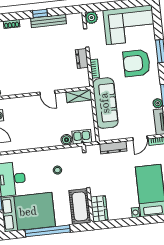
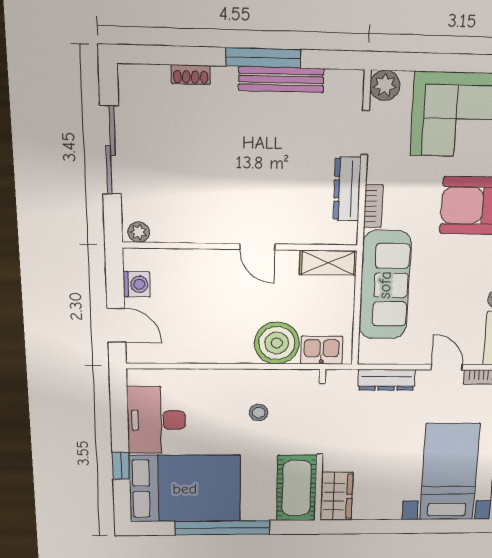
window: (40, 13) -> (263, 58), width x2.17
dresser: (82, 59) -> (347, 189), width x1.44
door: (140, 138) -> (447, 367), swing flipped
boiler: (66, 140) -> (277, 343), width x1.86, depth x1.86

